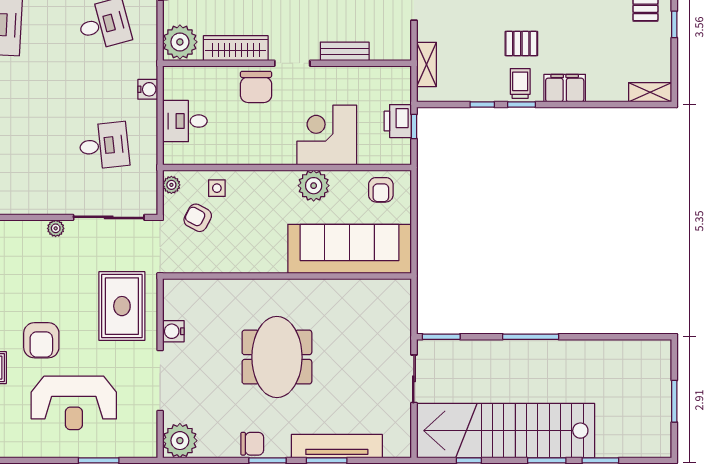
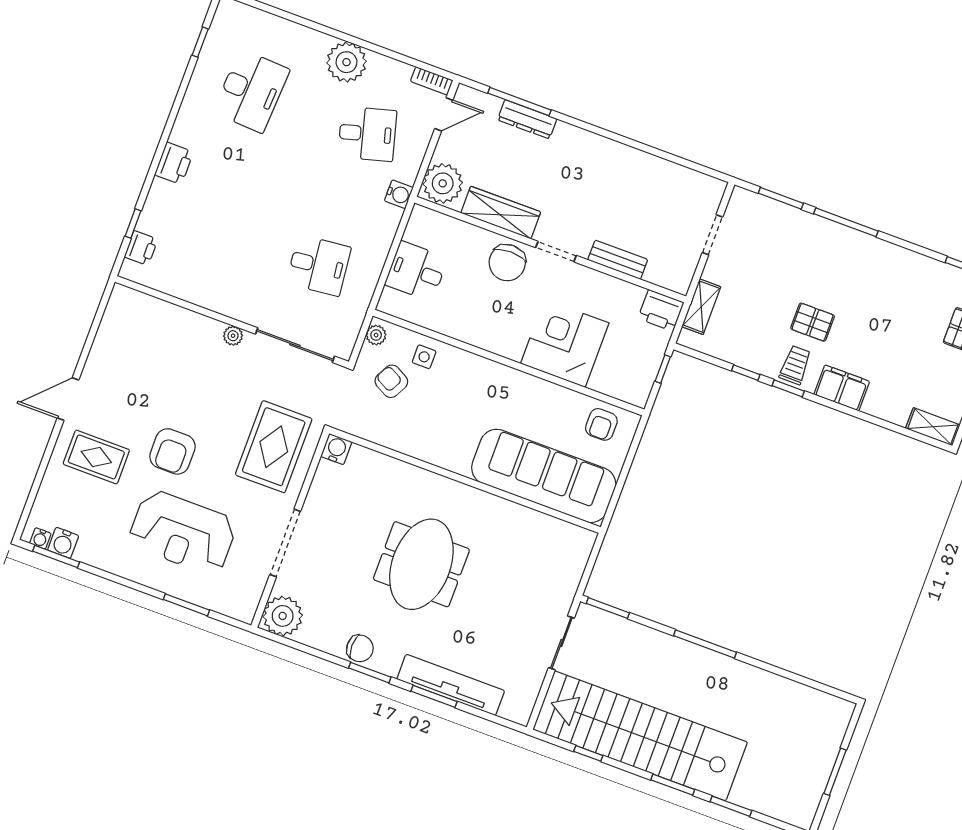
water cooler: (148, 89) -> (399, 194), moved
printer: (398, 121) -> (661, 310), moved, turned -90
plant: (314, 186) -> (530, 393), removed
water cooler: (173, 331) -> (336, 449), moved, turned 90

